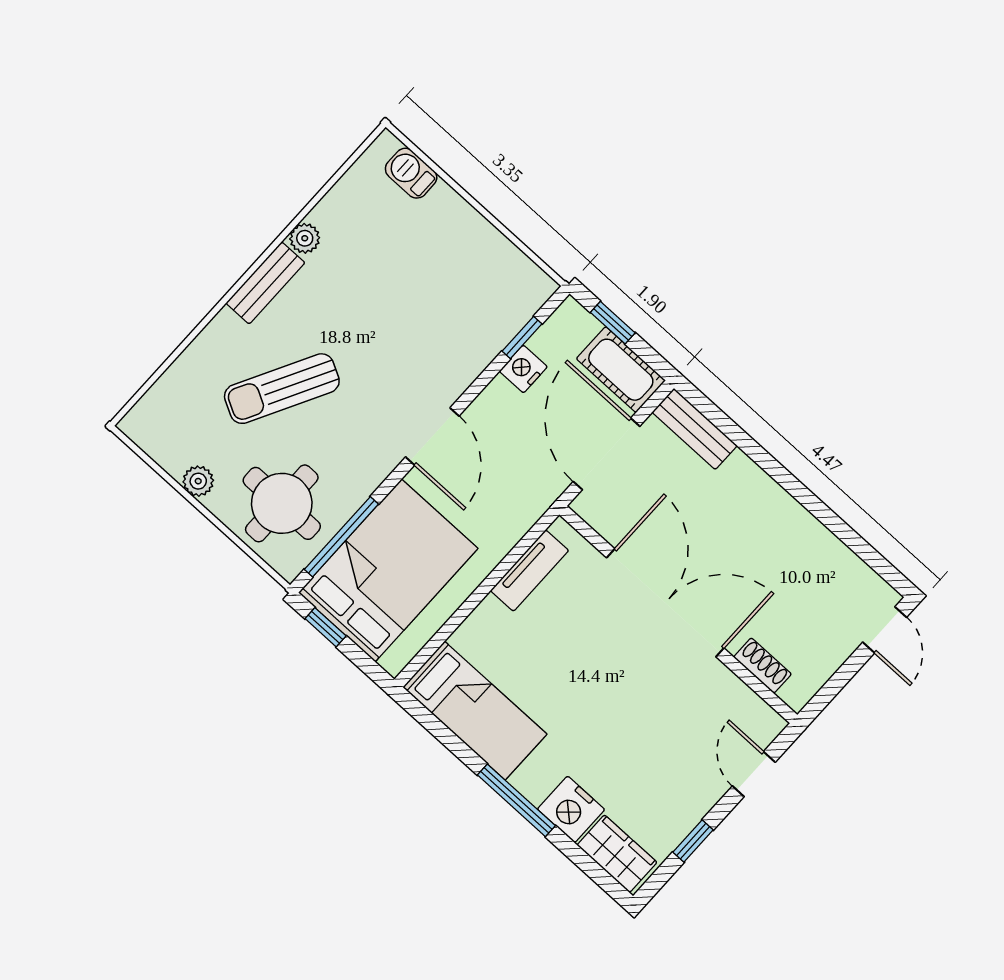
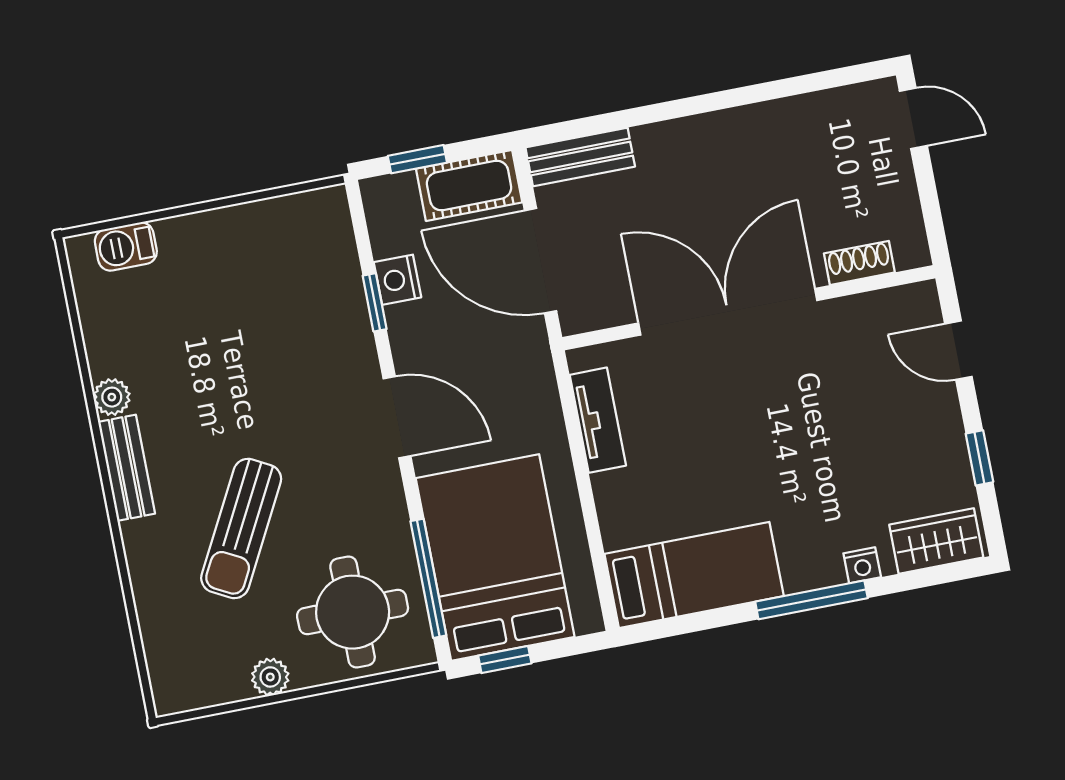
window: (522, 337) -> (375, 302), moved
nightstand: (571, 809) -> (862, 565), width x0.53, depth x0.56

